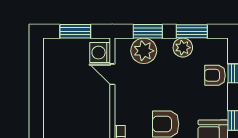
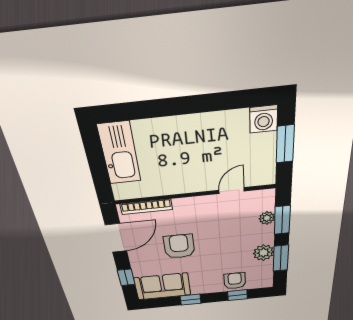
plant: (144, 51) -> (267, 218), width x0.53, depth x0.53
washing machine: (100, 53) -> (264, 119), moved, turned 180

